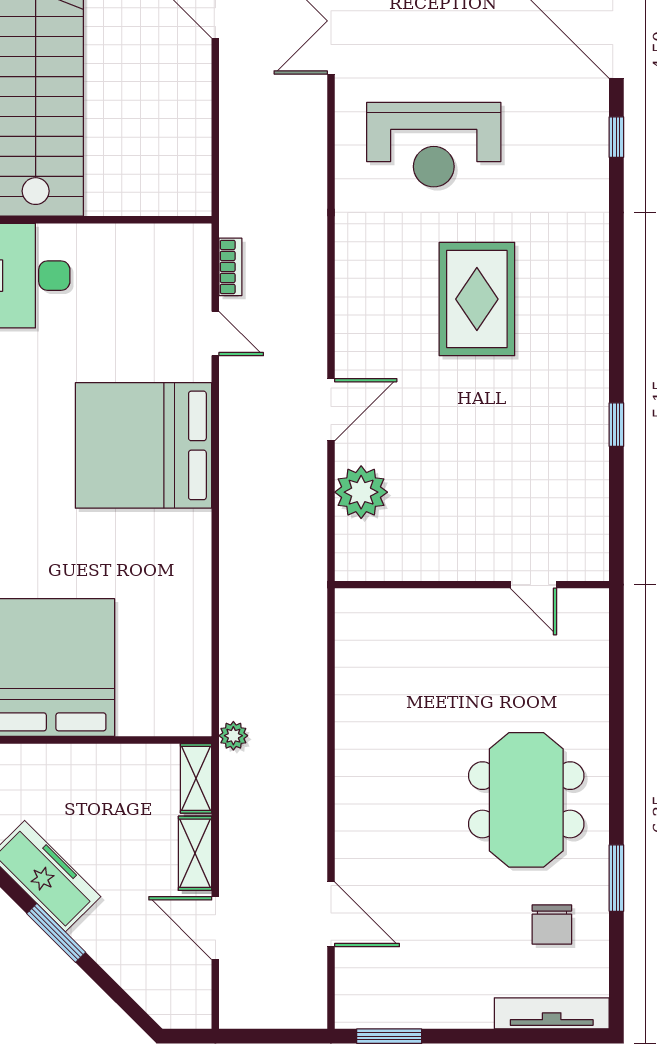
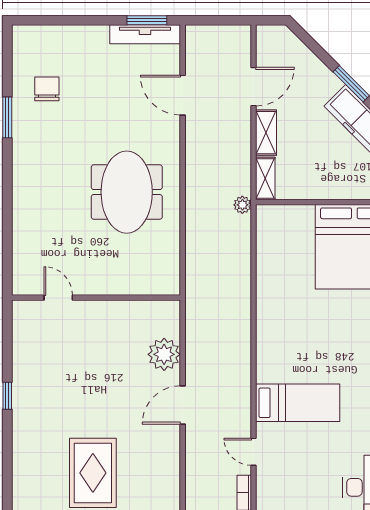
bed: (143, 445) -> (298, 403), width x0.49
meeting table: (526, 800) -> (127, 192), moved
door: (215, 928) -> (254, 87), hinge flipped
tv unit: (552, 1013) -> (145, 34), moved

